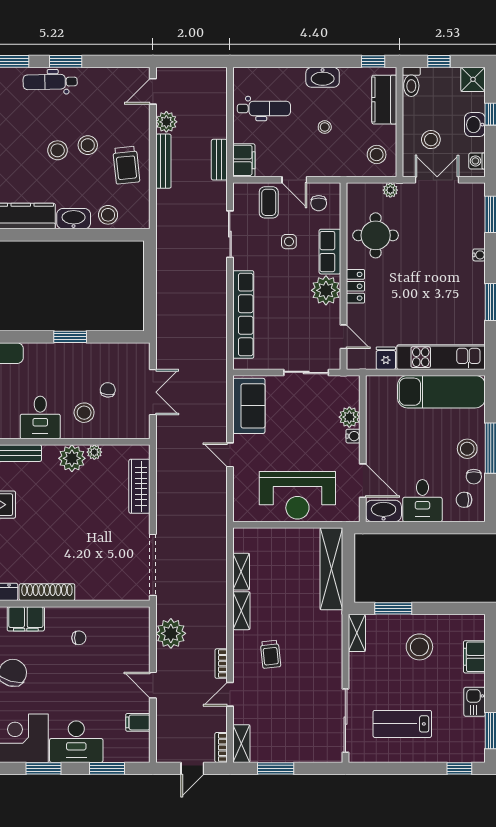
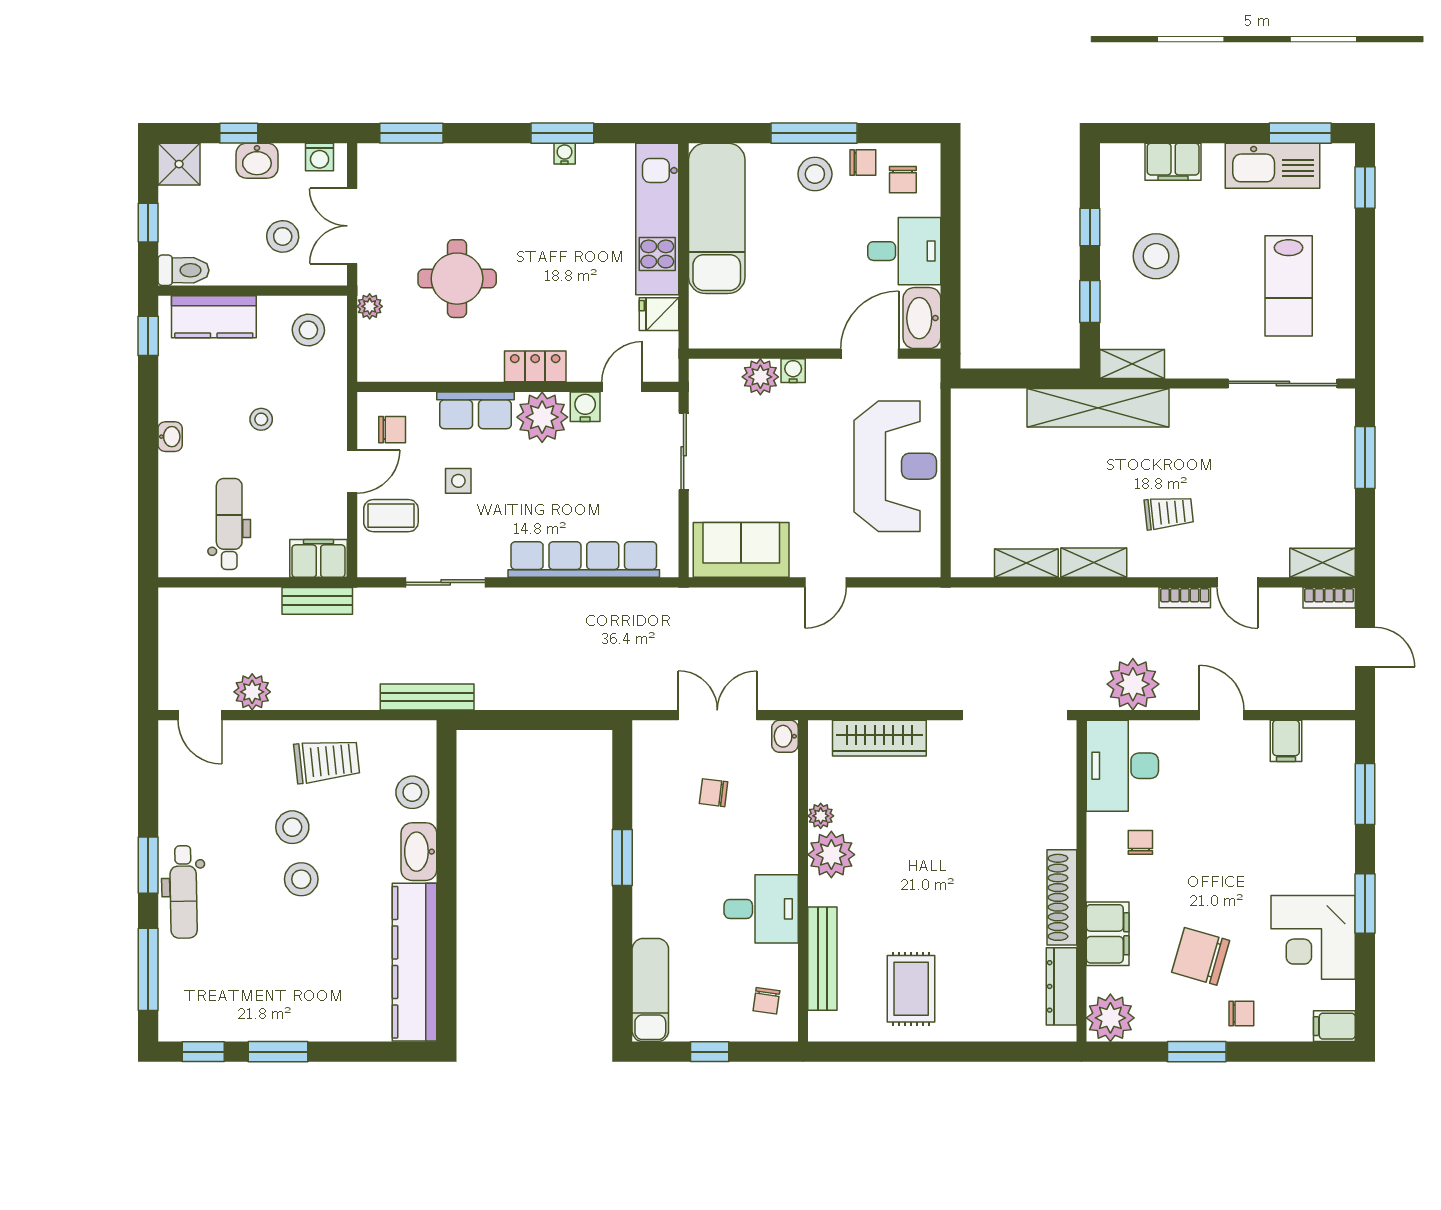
washbasin: (323, 77) -> (170, 437), width x0.52, depth x0.69
bench: (163, 161) -> (427, 697), moved
round table: (376, 235) -> (457, 279), moved
water cooler: (479, 255) -> (565, 154), moved
water cooler: (332, 315) -> (585, 407), added
stool: (84, 413) -> (753, 834), removed
washbasin: (141, 431) -> (785, 736), added
shelving: (331, 569) -> (1098, 408), moved
window: (393, 608) -> (1090, 301), width x0.67
window: (436, 608) -> (1090, 227), added
door: (153, 685) -> (1222, 715), swing flipped
kitchen sink: (475, 702) -> (1272, 166), width x1.88, depth x1.24
desk: (76, 742) -> (1122, 766), moved, turned 180
window: (276, 768) -> (1365, 457), moved

